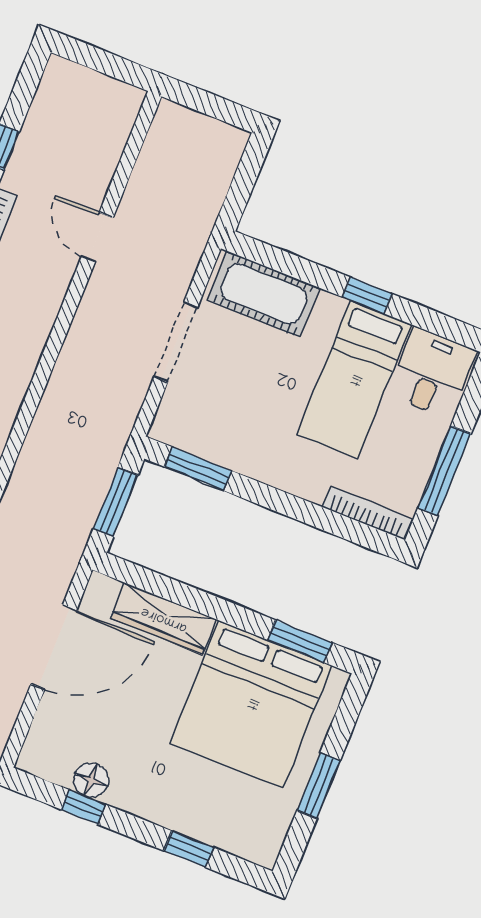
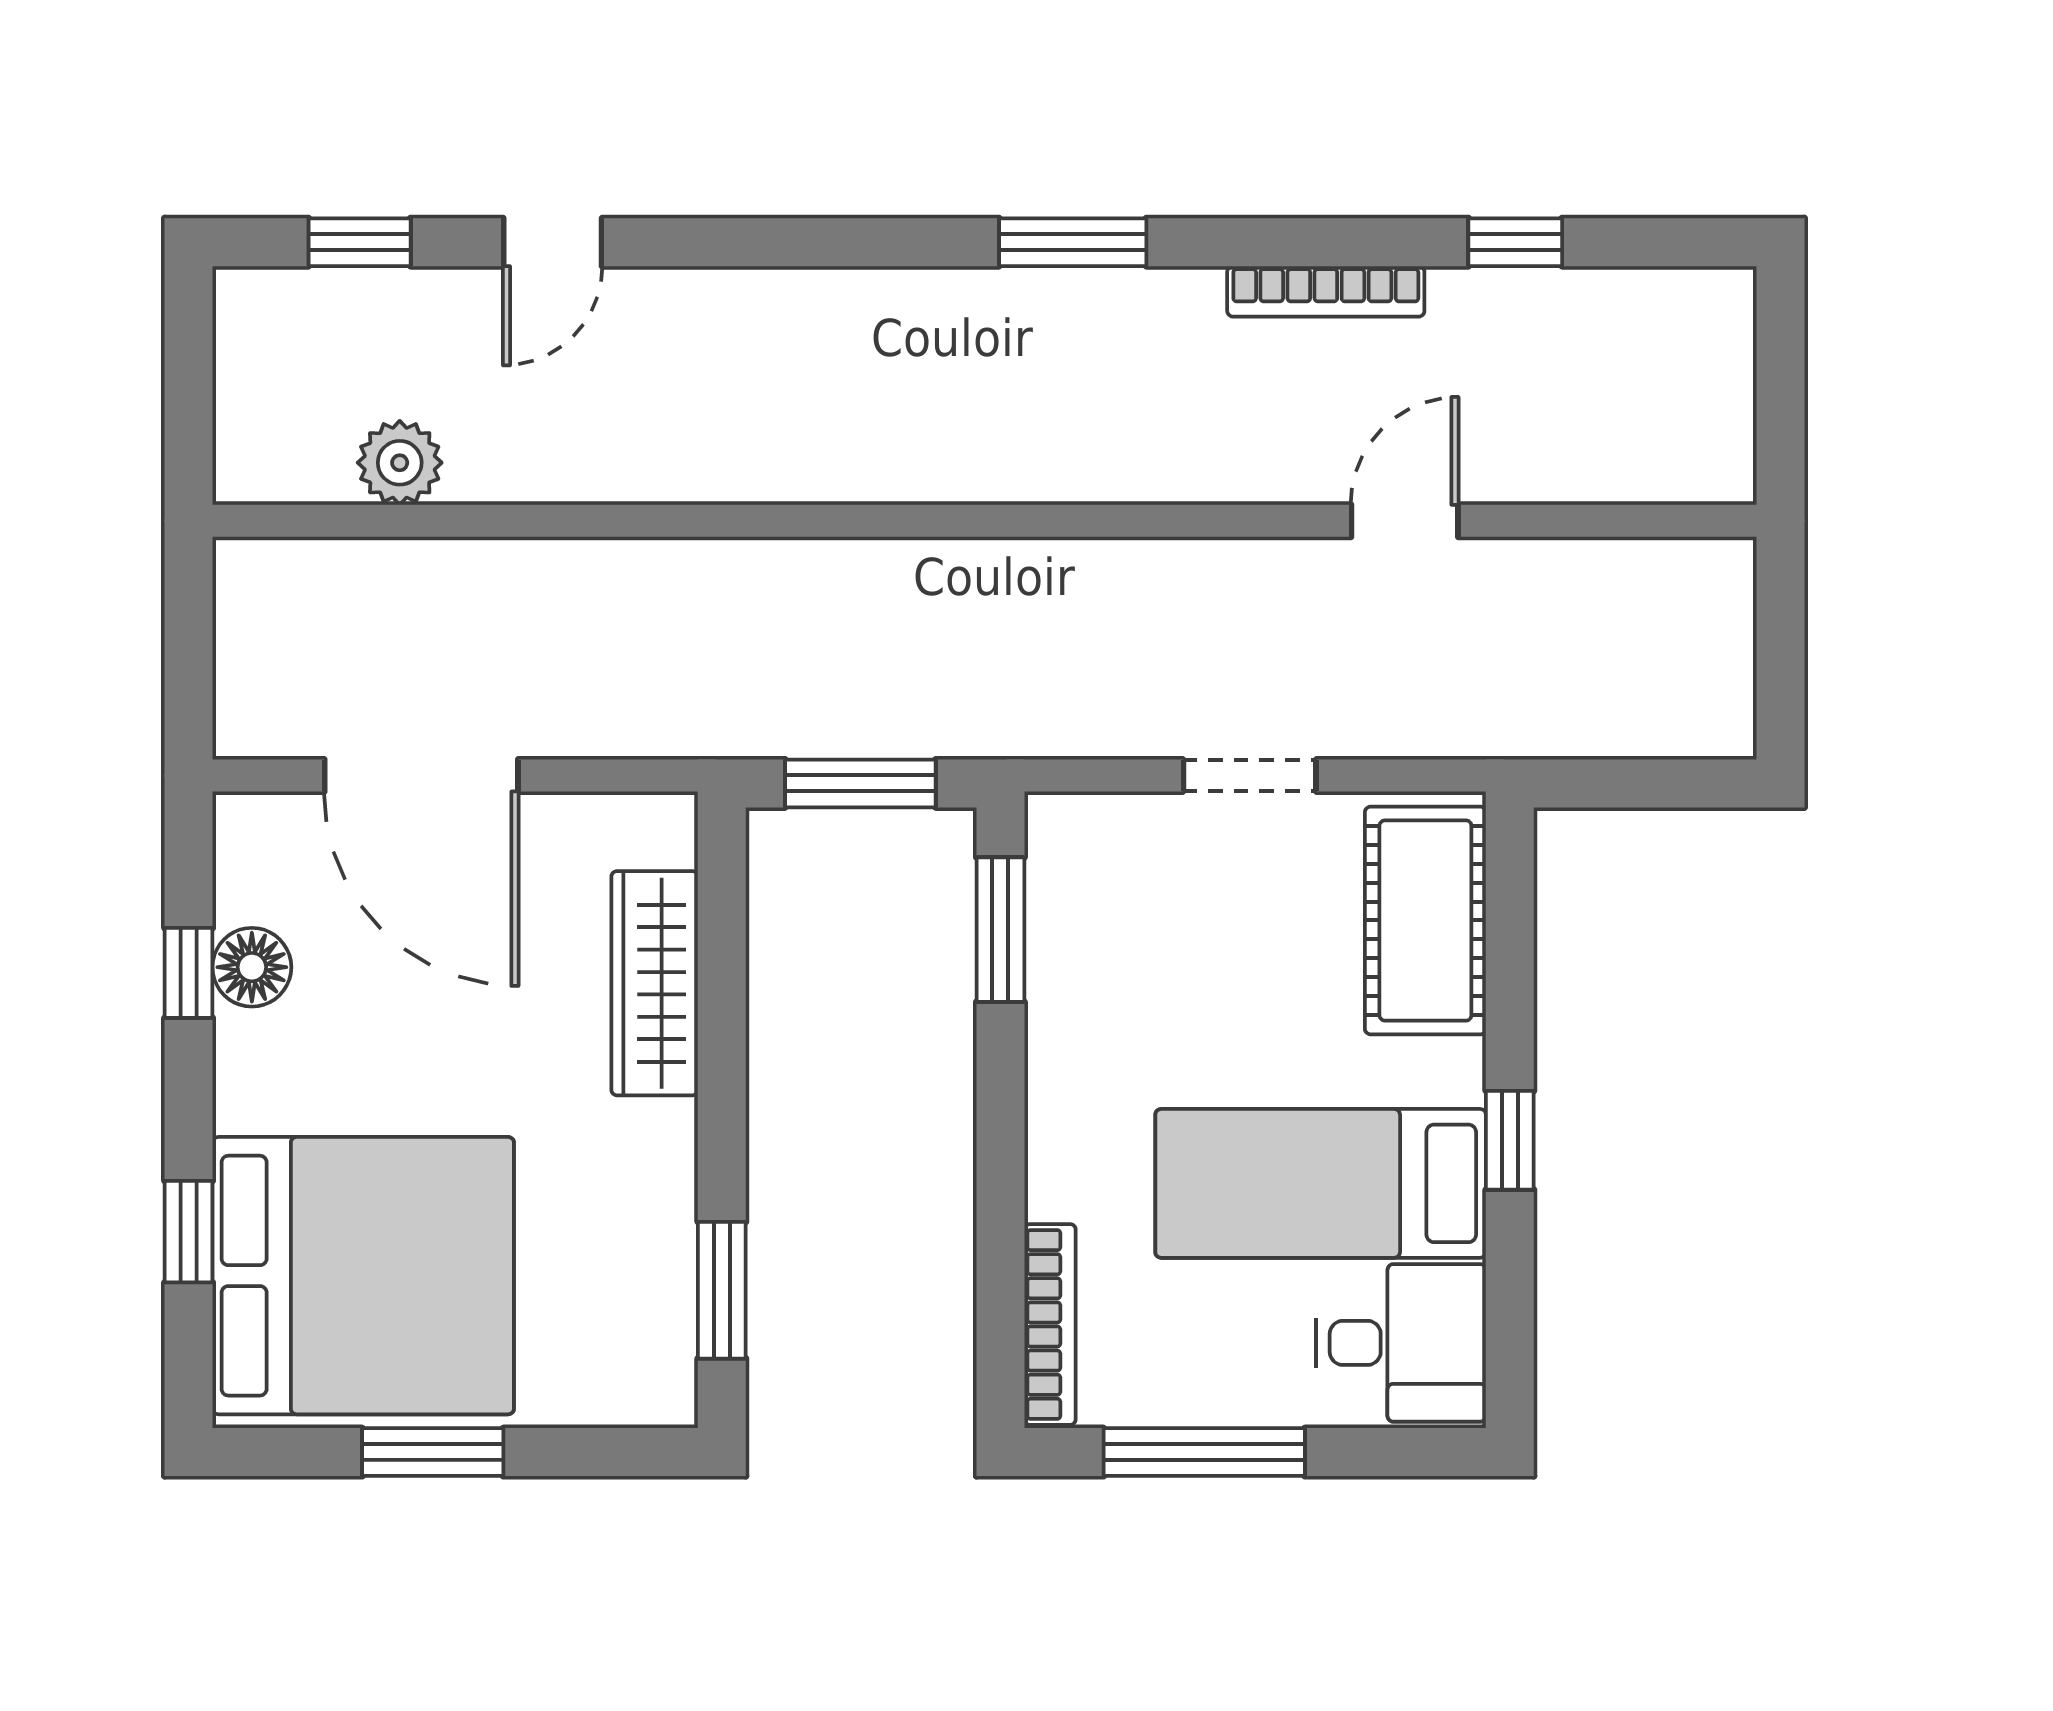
doorway: (176, 342) -> (1250, 775), width x0.73
door: (54, 647) -> (421, 775), moved
bed: (251, 704) -> (363, 1276), moved, turned 180

